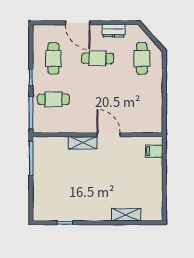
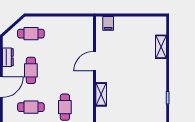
shelving: (83, 143) -> (101, 94), moved

